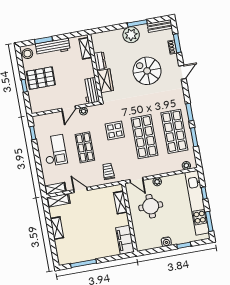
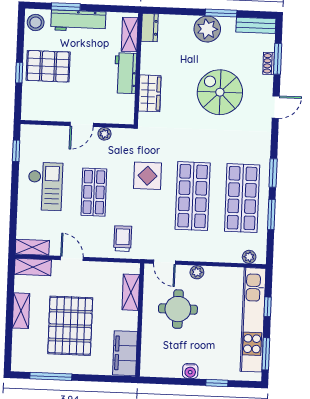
dresser: (100, 61) -> (150, 28), moved
workbench: (91, 91) -> (125, 73), moved
pallet: (88, 231) -> (70, 326), added

